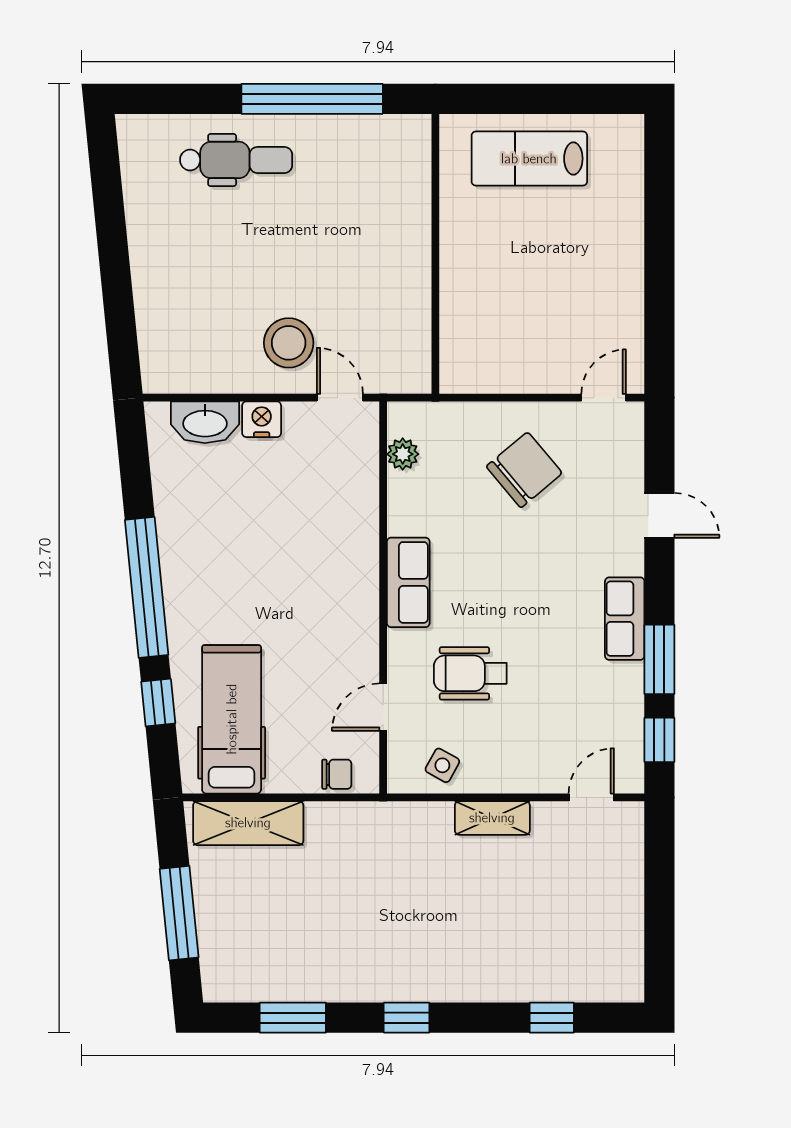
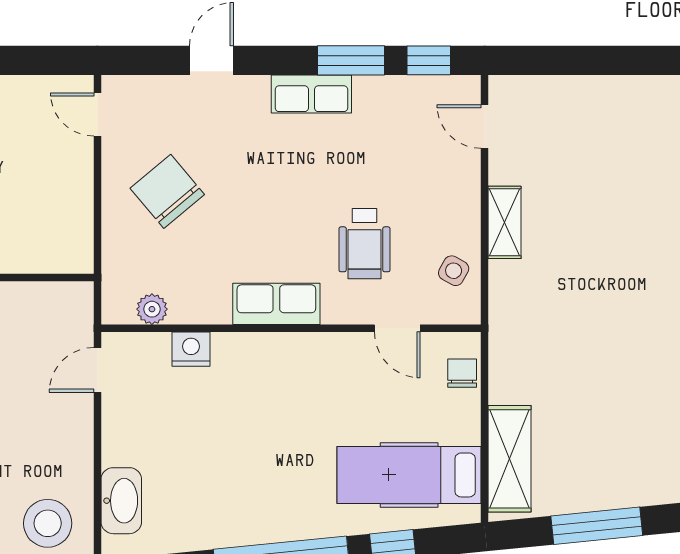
stool: (289, 343) -> (48, 523), moved
nightstand: (262, 419) -> (191, 349), moved, turned 90

